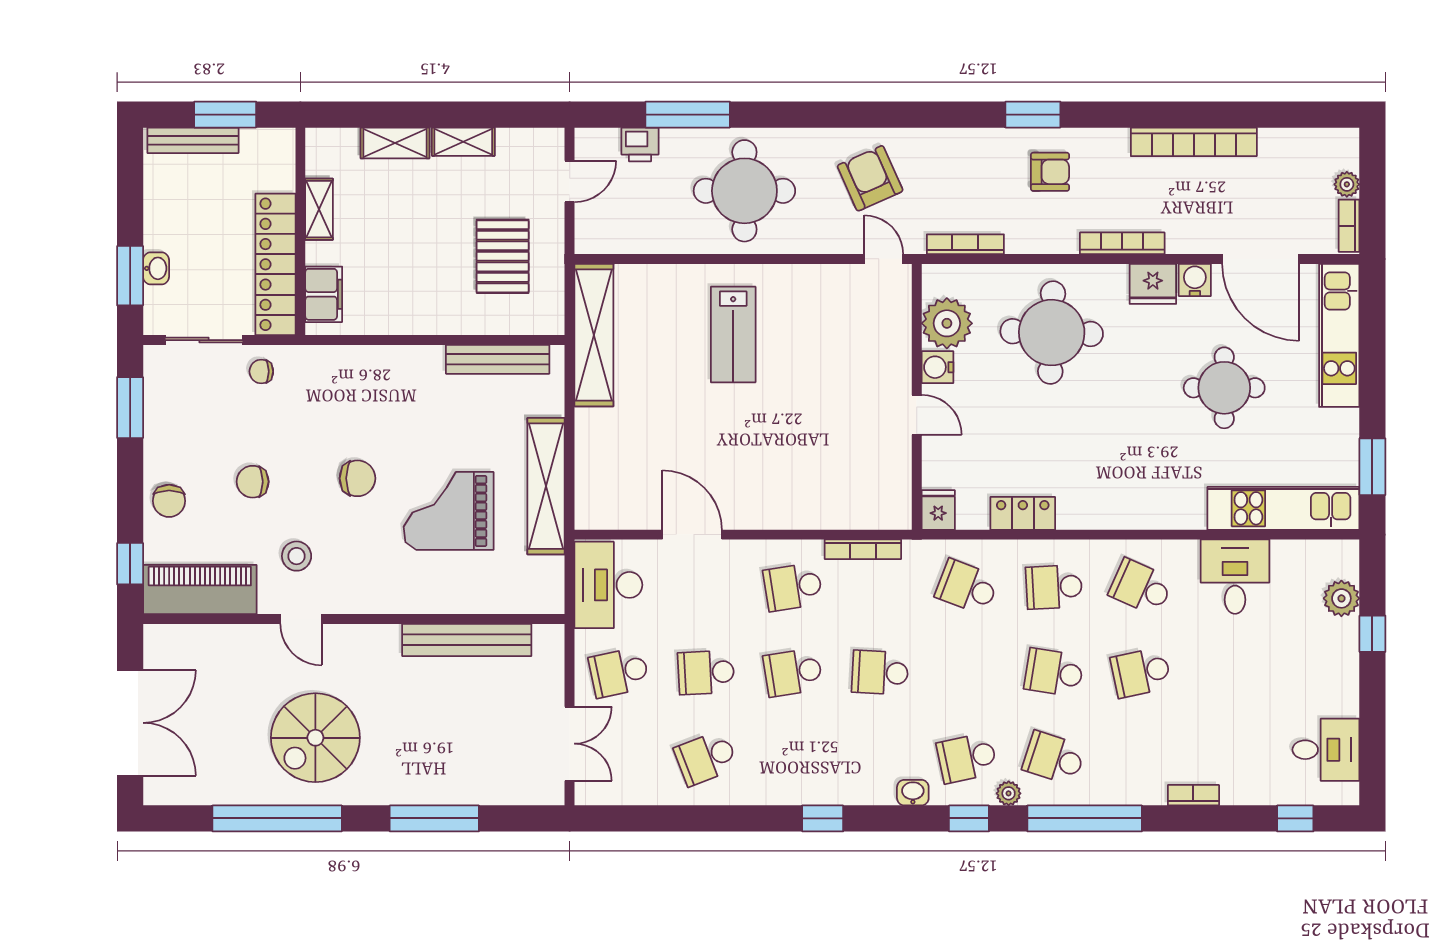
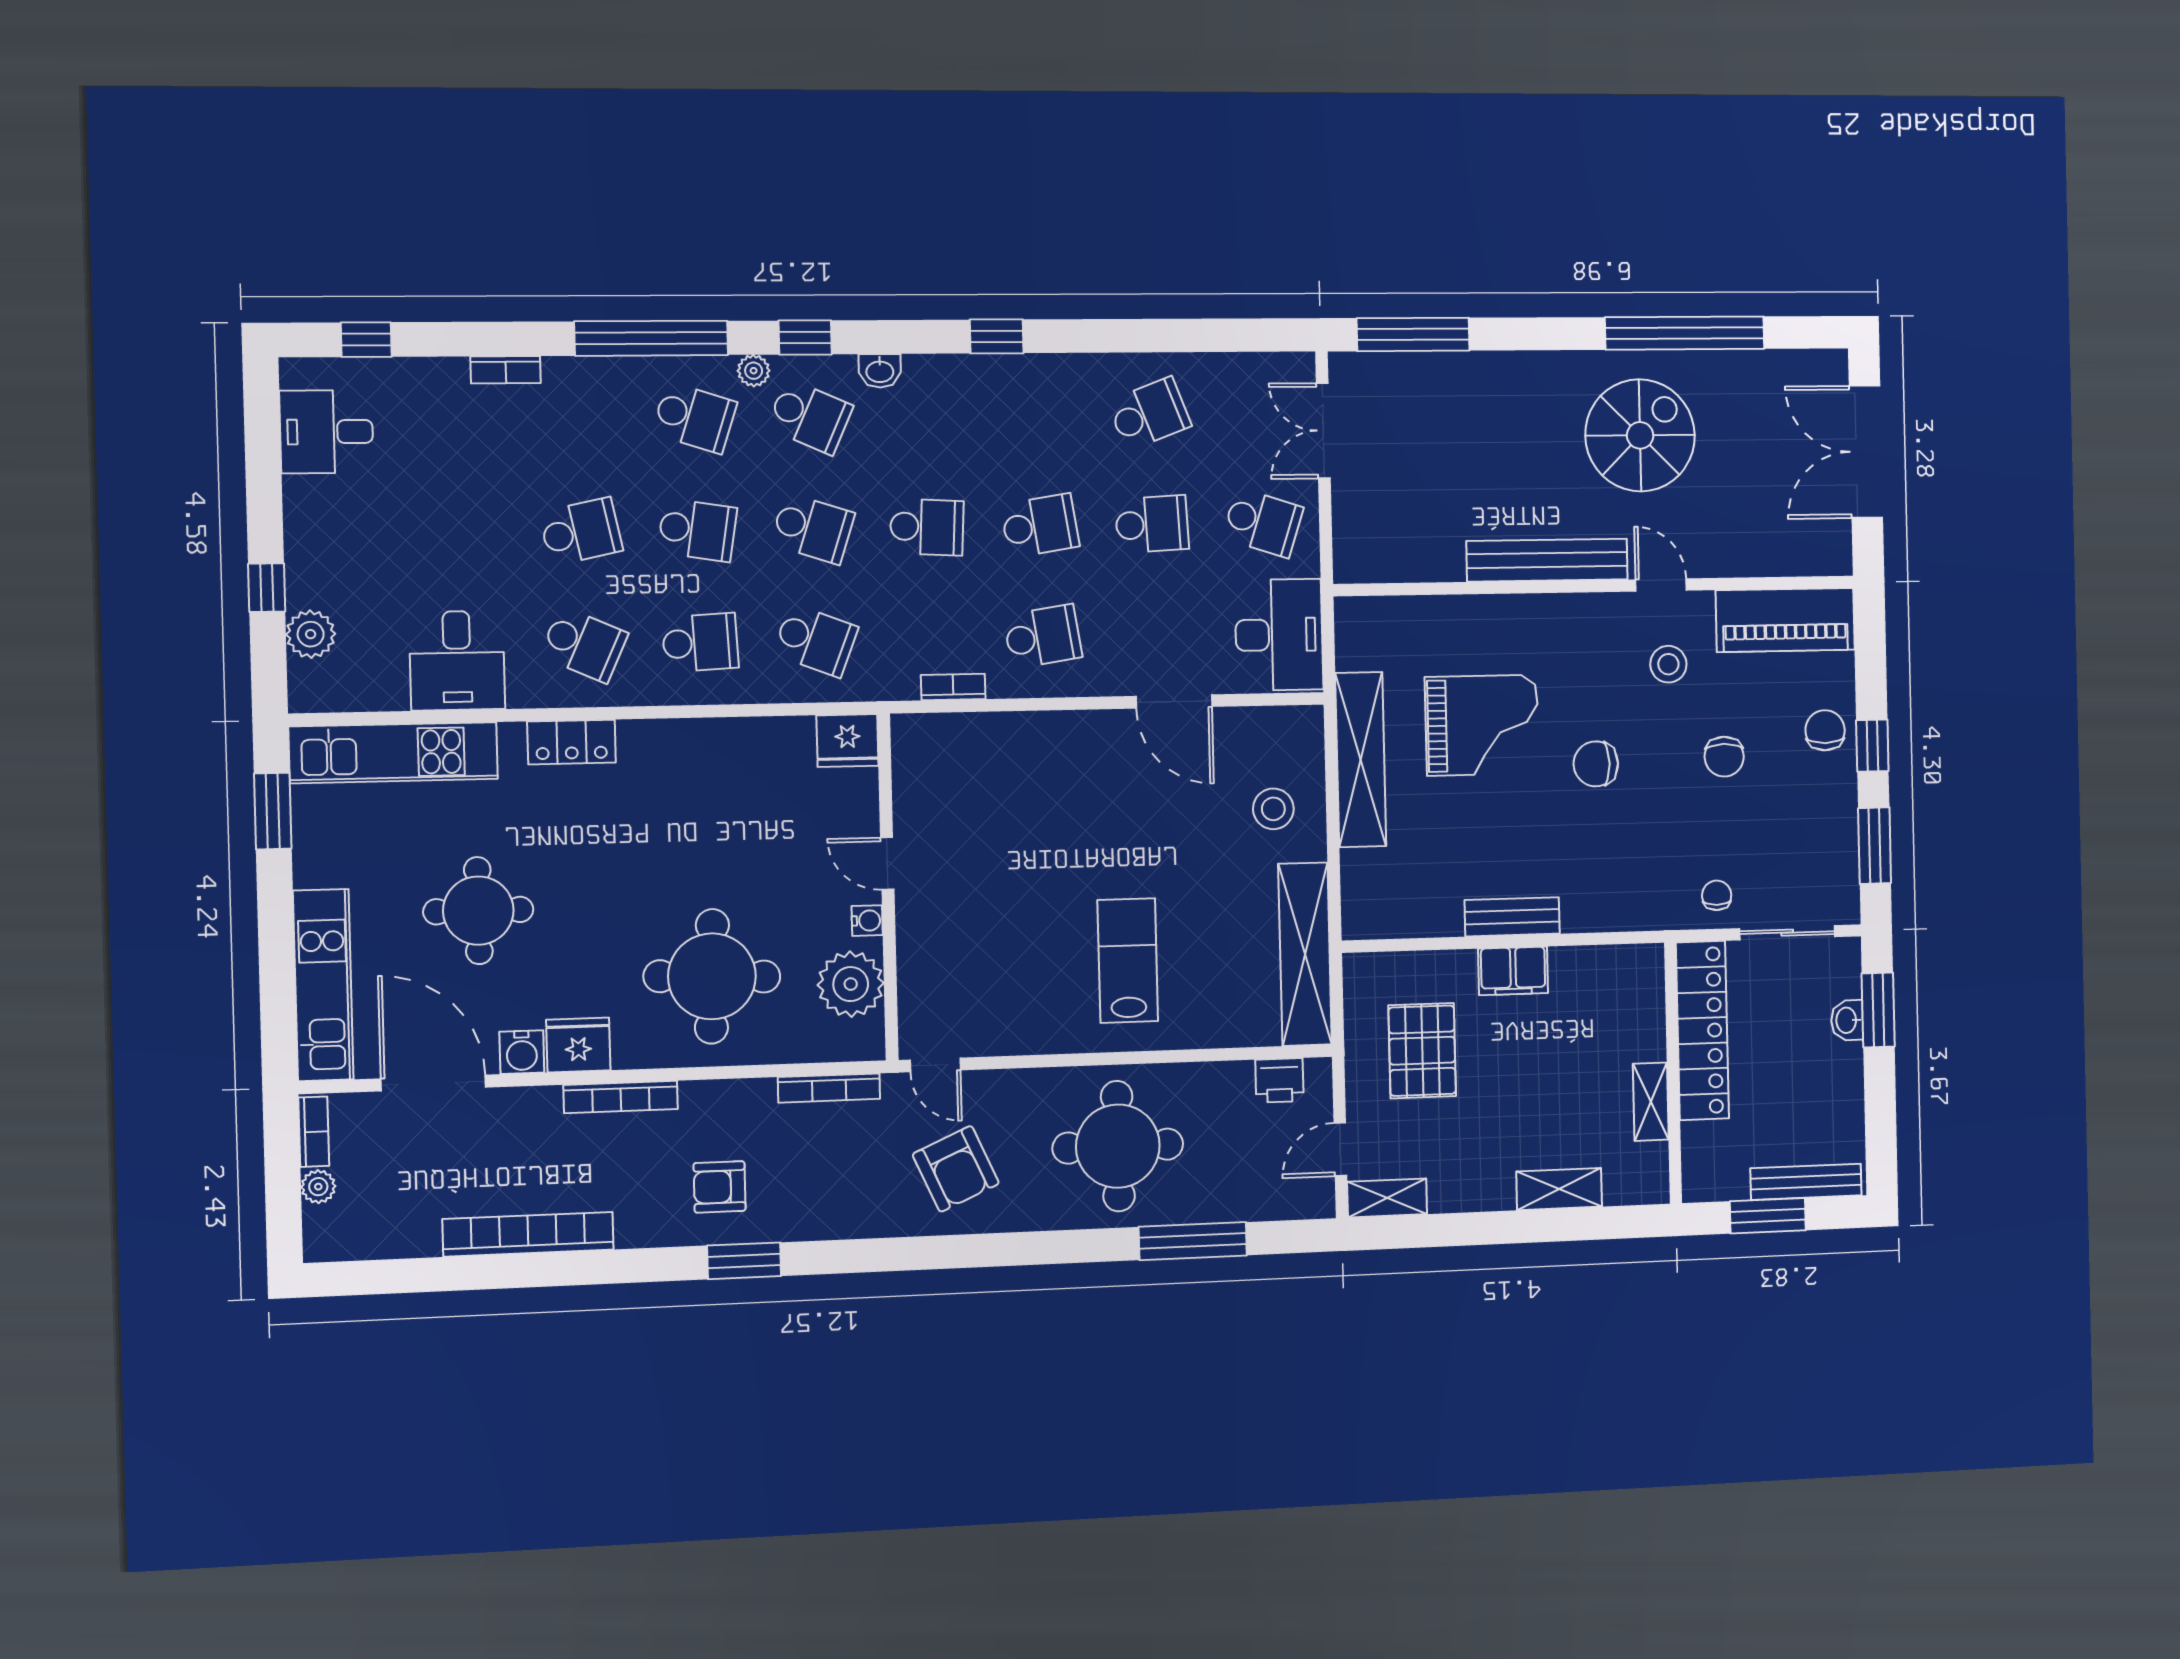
shelving: (463, 142) -> (1387, 1198), moved
printer: (640, 144) -> (1279, 1080), moved, turned 180
filing cabinet: (324, 294) -> (1513, 971), moved, turned -90
bench: (498, 359) -> (1512, 917), moved, width x0.73
water cooler: (938, 367) -> (867, 921), width x0.72, depth x0.72
chair: (261, 371) -> (1717, 895), turned -90
stool: (616, 449) -> (1273, 809), added
chair: (253, 482) -> (1724, 757), turned 90
fridge: (938, 510) -> (847, 741), width x1.38
locker: (1023, 513) -> (571, 742), moved
bookcase: (863, 549) -> (953, 687), width x0.64
window: (130, 564) -> (1872, 746), moved
bench: (467, 640) -> (1547, 560), moved
school desk: (619, 672) -> (1263, 523), turned 30
school desk: (967, 672) -> (813, 529), added
school desk: (967, 758) -> (810, 417), turned 36
window: (434, 818) -> (1413, 334), moved

